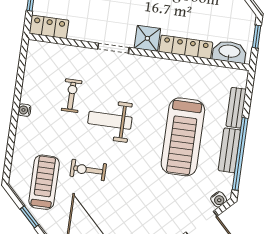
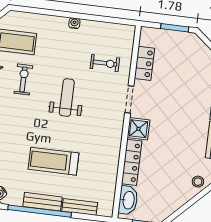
locker: (49, 27) -> (145, 63), moved
exercise bike: (72, 96) -> (105, 63), moved
treadmill: (183, 137) -> (54, 161), width x0.73, depth x0.73

